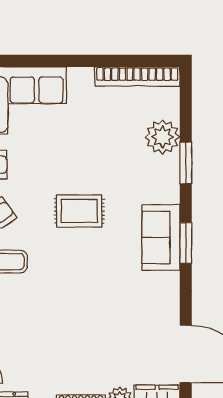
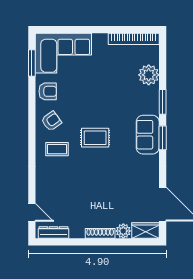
window: (186, 163) -> (163, 102), moved
rug: (79, 211) -> (95, 138), moved

